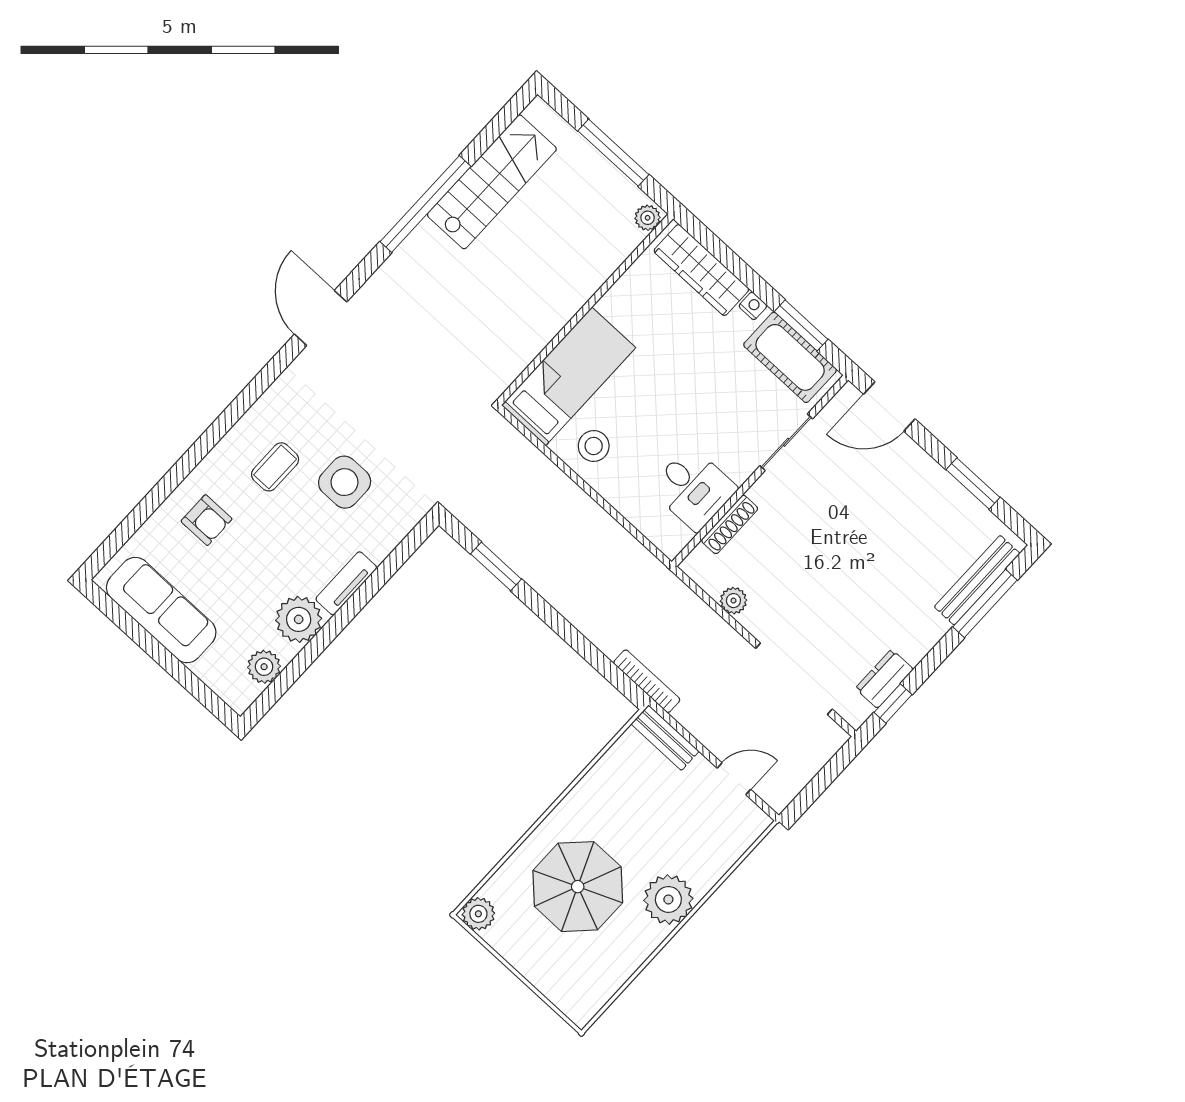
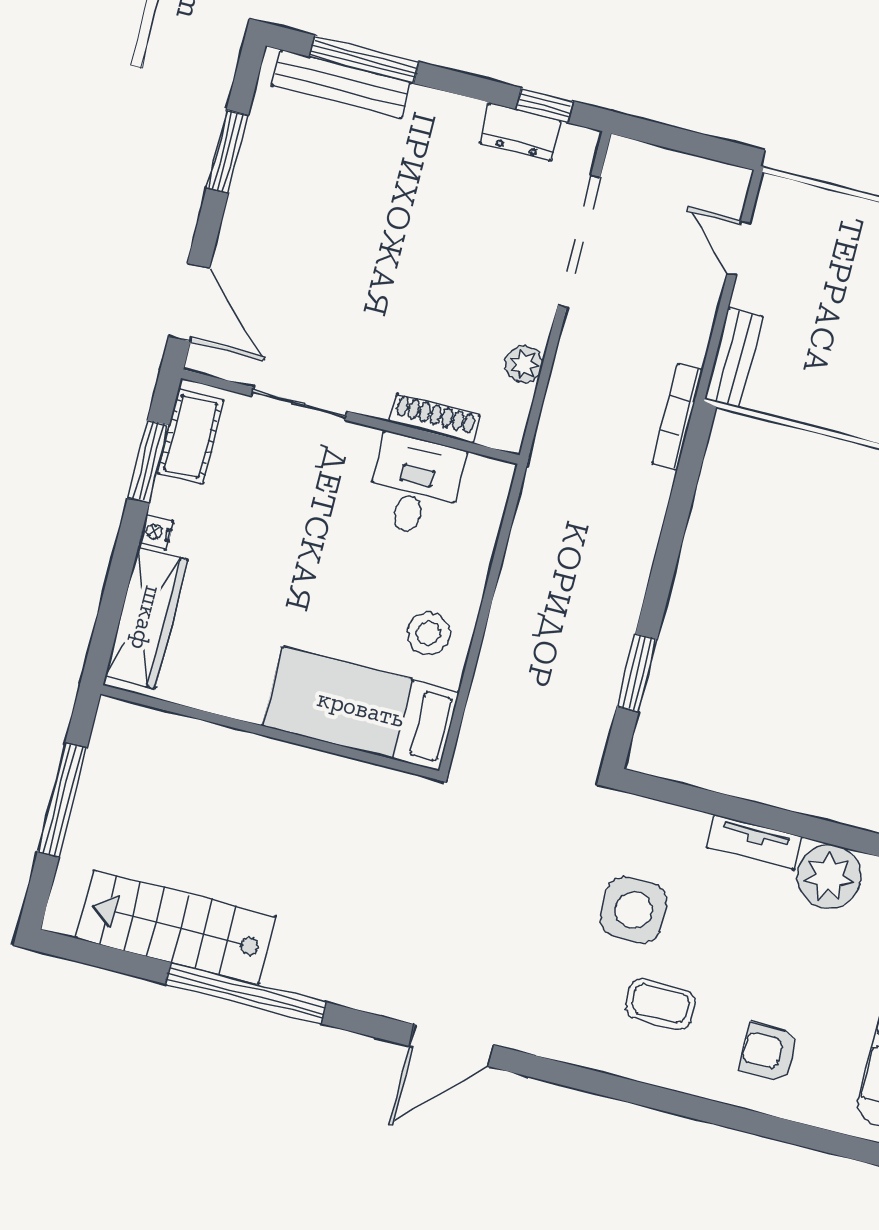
plant: (648, 218) -> (118, 716), removed
cot: (790, 357) -> (190, 436), width x0.73, depth x0.75
armchair: (207, 520) -> (769, 1052), turned -90

